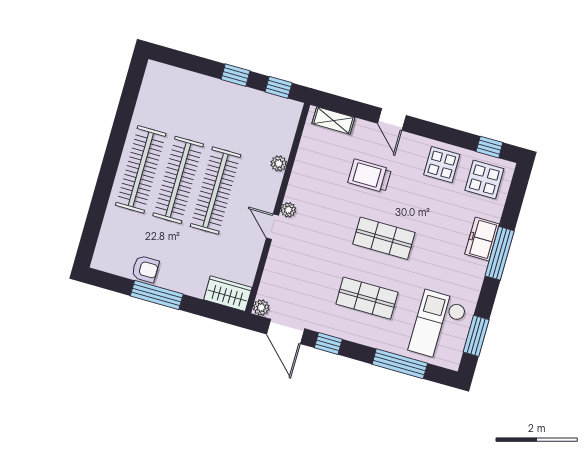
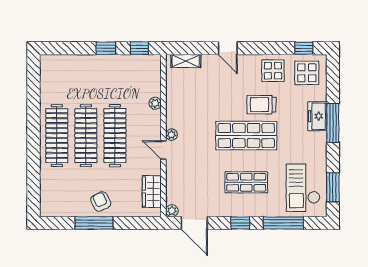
trolley: (370, 176) -> (262, 105), moved
shop shelf: (384, 238) -> (246, 136), width x1.43, depth x1.36
armchair: (145, 269) -> (101, 202), moved, turned -115
wardrobe: (228, 294) -> (152, 192), moved, turned -90
window: (328, 343) -> (240, 223), moved

